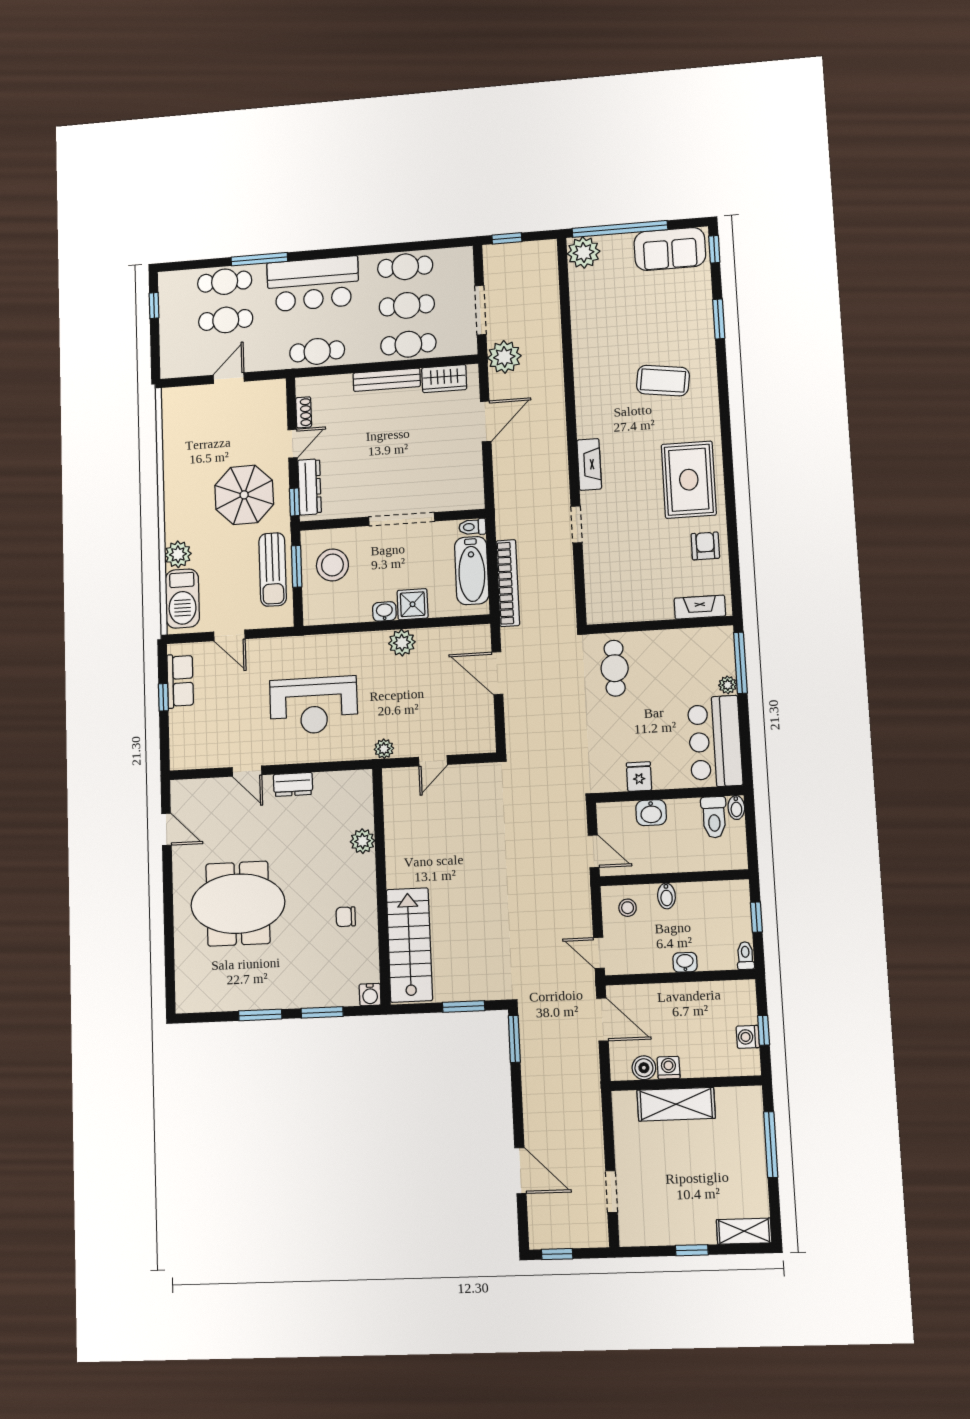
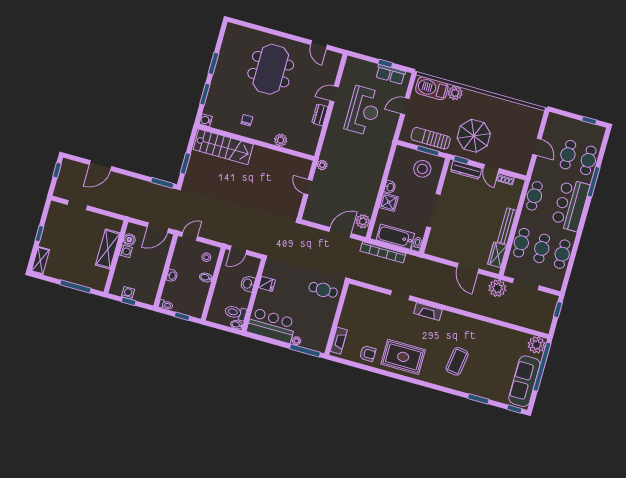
sofa: (670, 249) -> (524, 381), width x1.36
plant: (402, 643) -> (363, 221), moved
reception desk: (314, 705) -> (363, 111), moved, turned 180
door: (166, 829) -> (319, 45), hinge flipped

